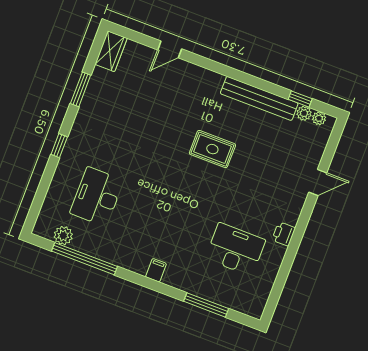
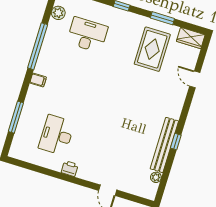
window: (300, 99) -> (176, 142), moved
plant: (319, 118) -> (153, 188), removed
rug: (212, 149) -> (152, 49), moved, width x1.36, depth x1.43
desk: (235, 249) -> (57, 135), turned 180
window: (85, 259) -> (38, 46), moved

